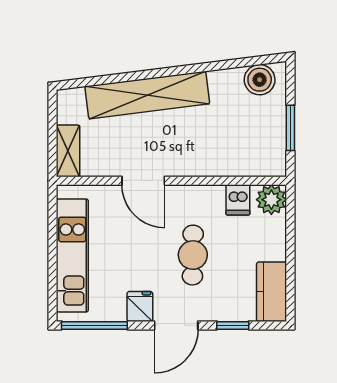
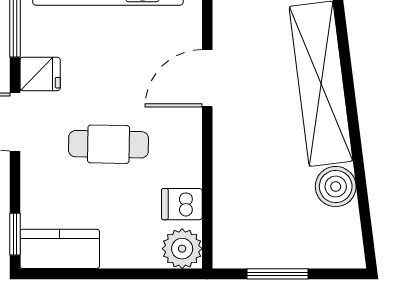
boiler: (260, 80) -> (336, 187), moved
window: (233, 325) -> (15, 234), moved

